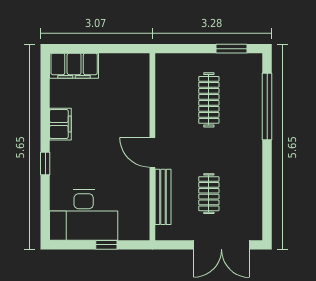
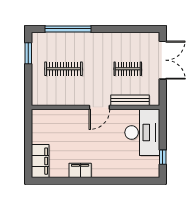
window: (45, 163) -> (107, 181), removed
desk: (84, 215) -> (142, 132), moved
window: (106, 245) -> (163, 157), moved

